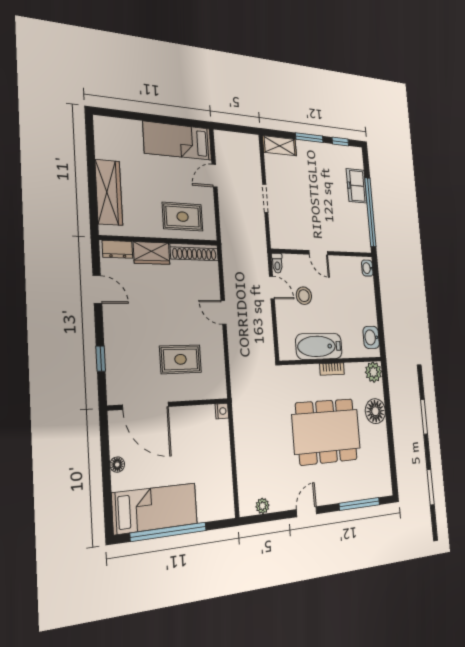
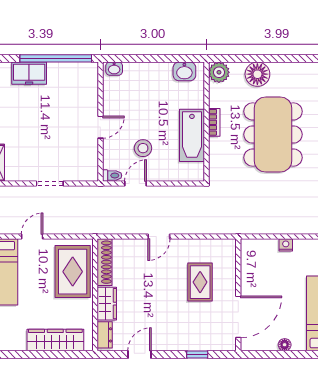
door: (214, 176) -> (32, 236), swing flipped
rug: (183, 217) -> (73, 272), width x1.36, depth x1.43
nightstand: (222, 411) -> (286, 245), moved

